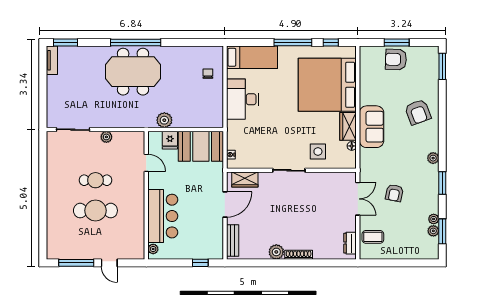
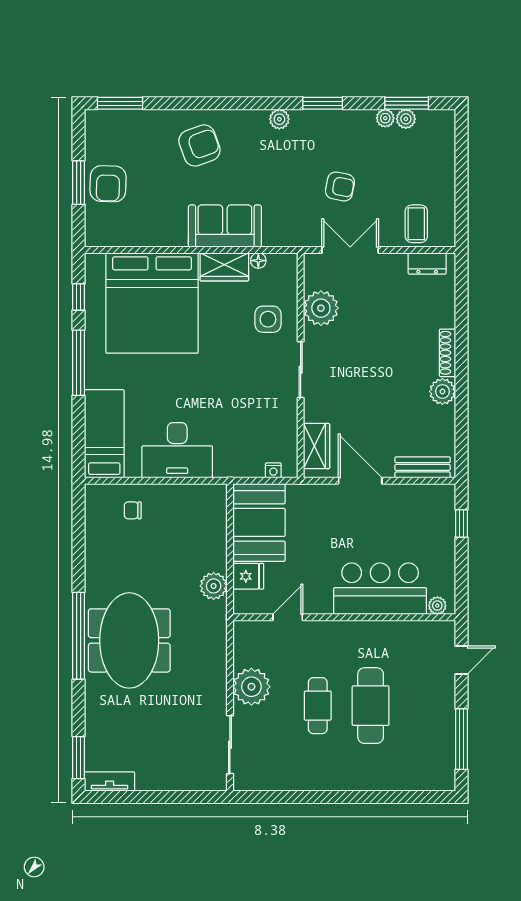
plant: (106, 137) -> (251, 687), width x1.88, depth x1.88
plant: (324, 182) -> (321, 308), added
door: (109, 263) -> (461, 660), moved

